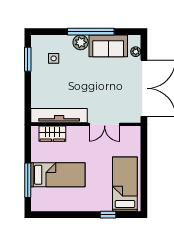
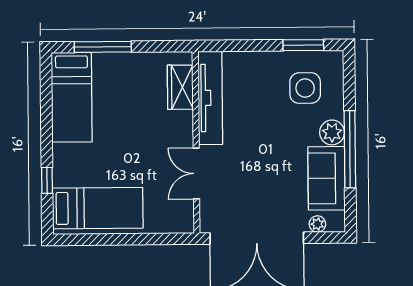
side table: (54, 58) -> (305, 88), width x1.87, depth x1.87
bed: (58, 175) -> (72, 97), moved

